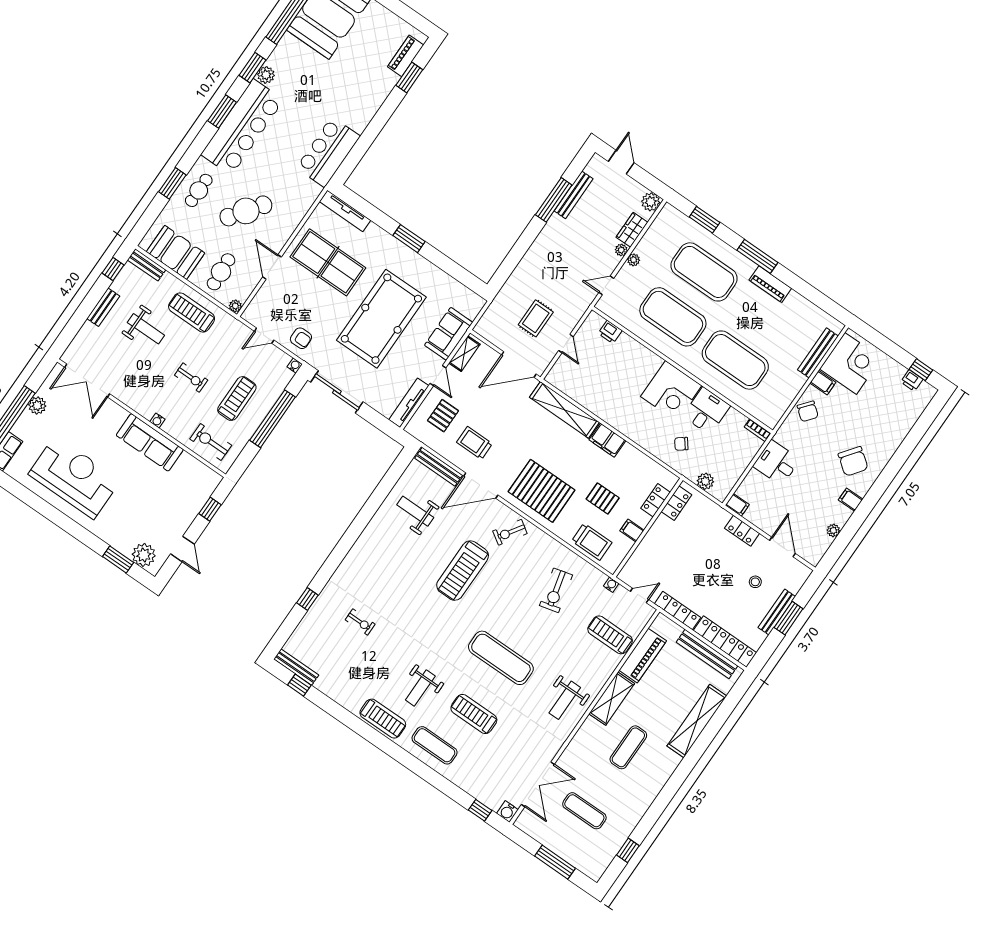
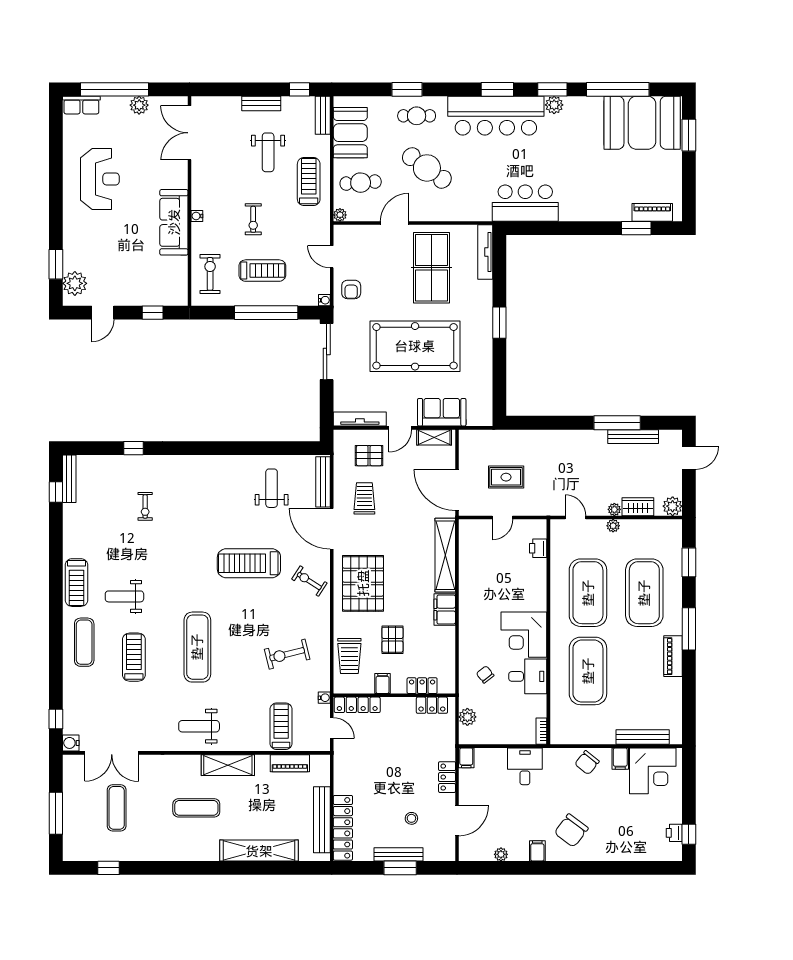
reception desk: (74, 477) -> (100, 179), width x0.74, depth x0.77
locker: (678, 611) -> (357, 705), moved, turned 90
piano: (643, 656) -> (290, 763), width x0.73, depth x0.75

